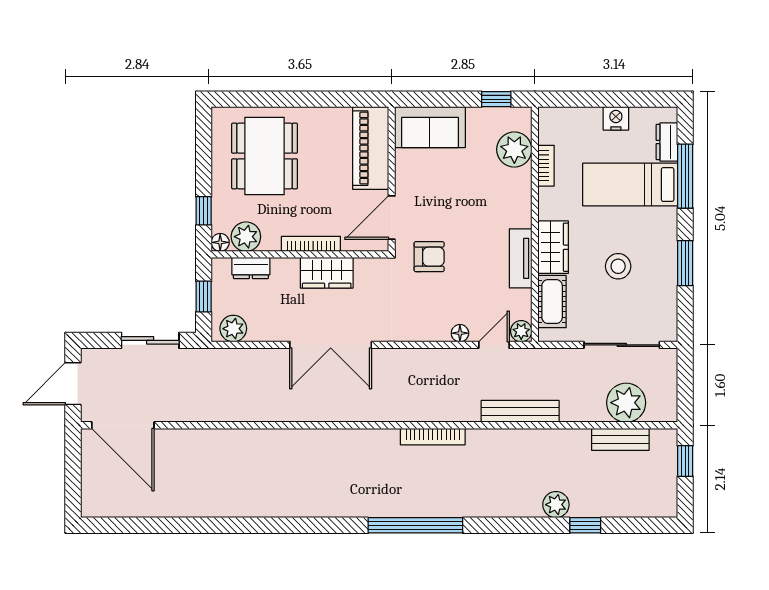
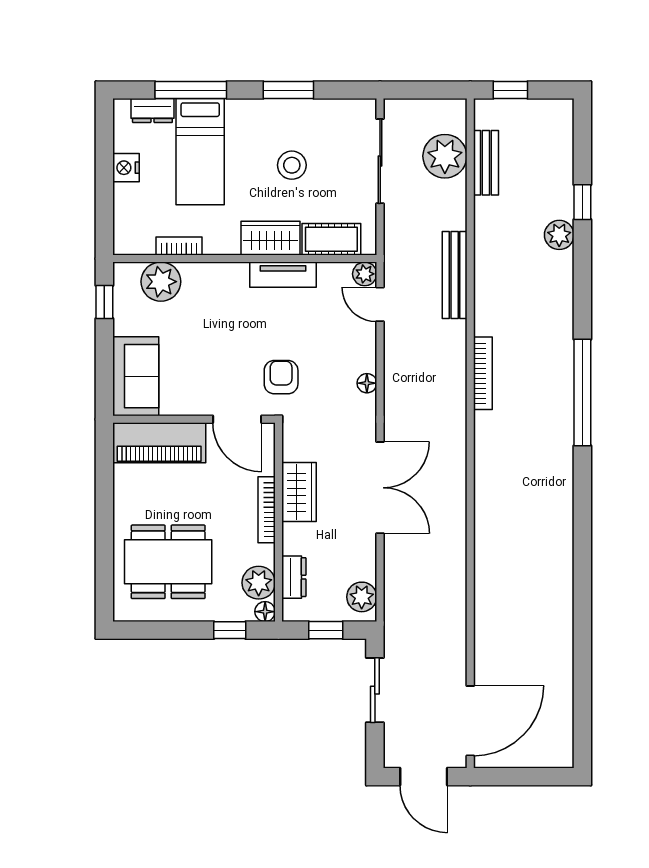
floor lamp: (460, 333) -> (367, 383), moved

